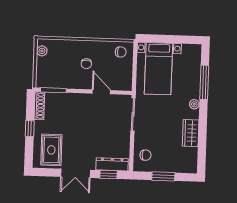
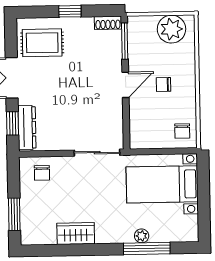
plant: (42, 51) -> (171, 29), width x1.88, depth x1.88
door: (101, 92) -> (125, 85), moved
plant: (194, 104) -> (142, 236), moved
shoe rack: (39, 106) -> (108, 23), width x0.70
window: (163, 176) -> (14, 214), moved

